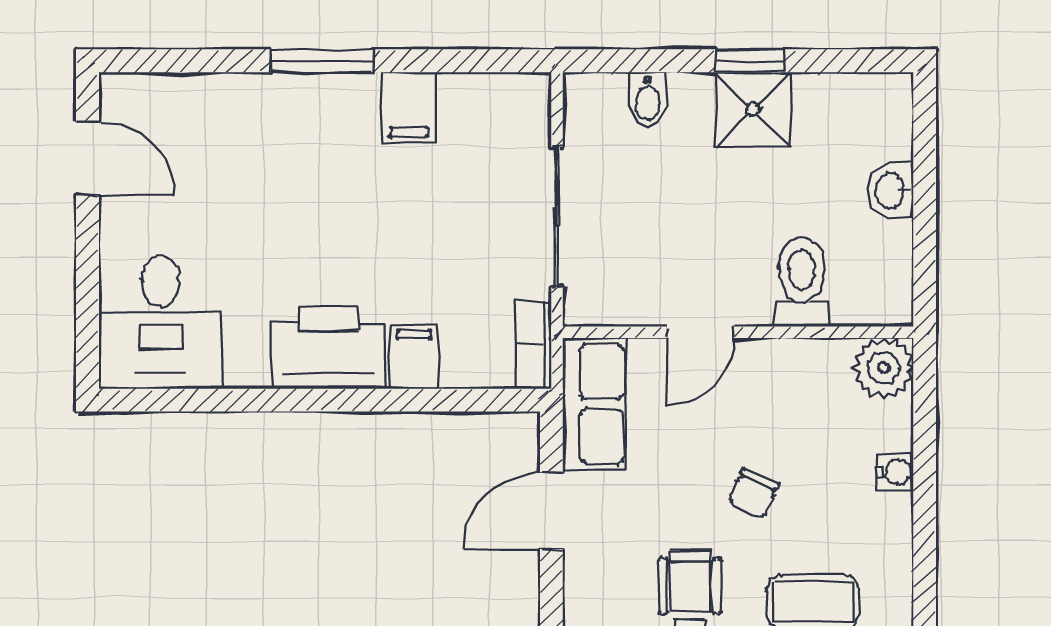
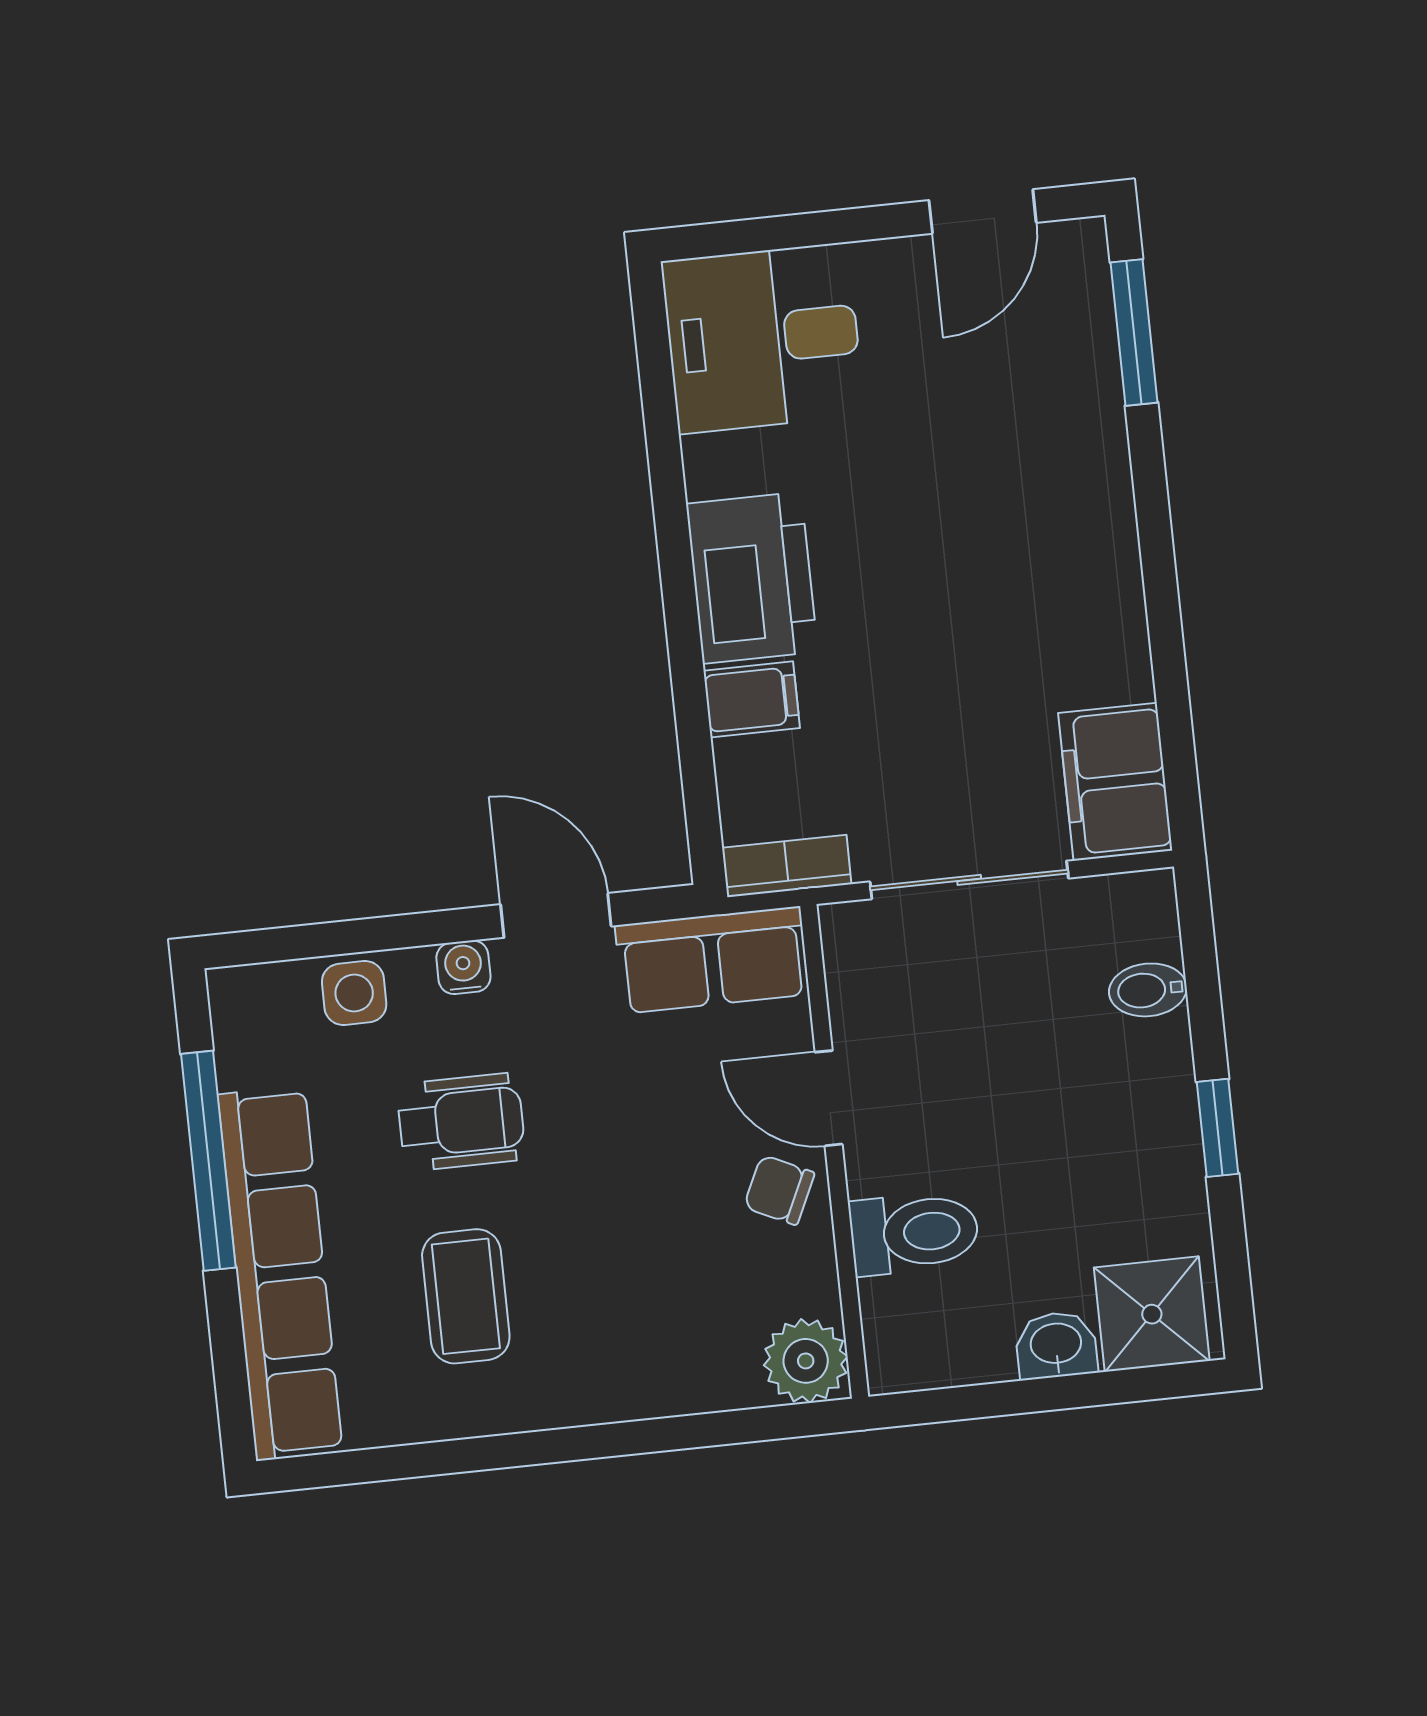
window: (322, 61) -> (1134, 332), moved
filing cabinet: (409, 107) -> (1115, 782), moved, width x2.00
shower: (753, 109) -> (1152, 1314), moved
water cooler: (895, 472) -> (463, 967), moved, turned 180
chair: (753, 493) -> (779, 1190), moved

